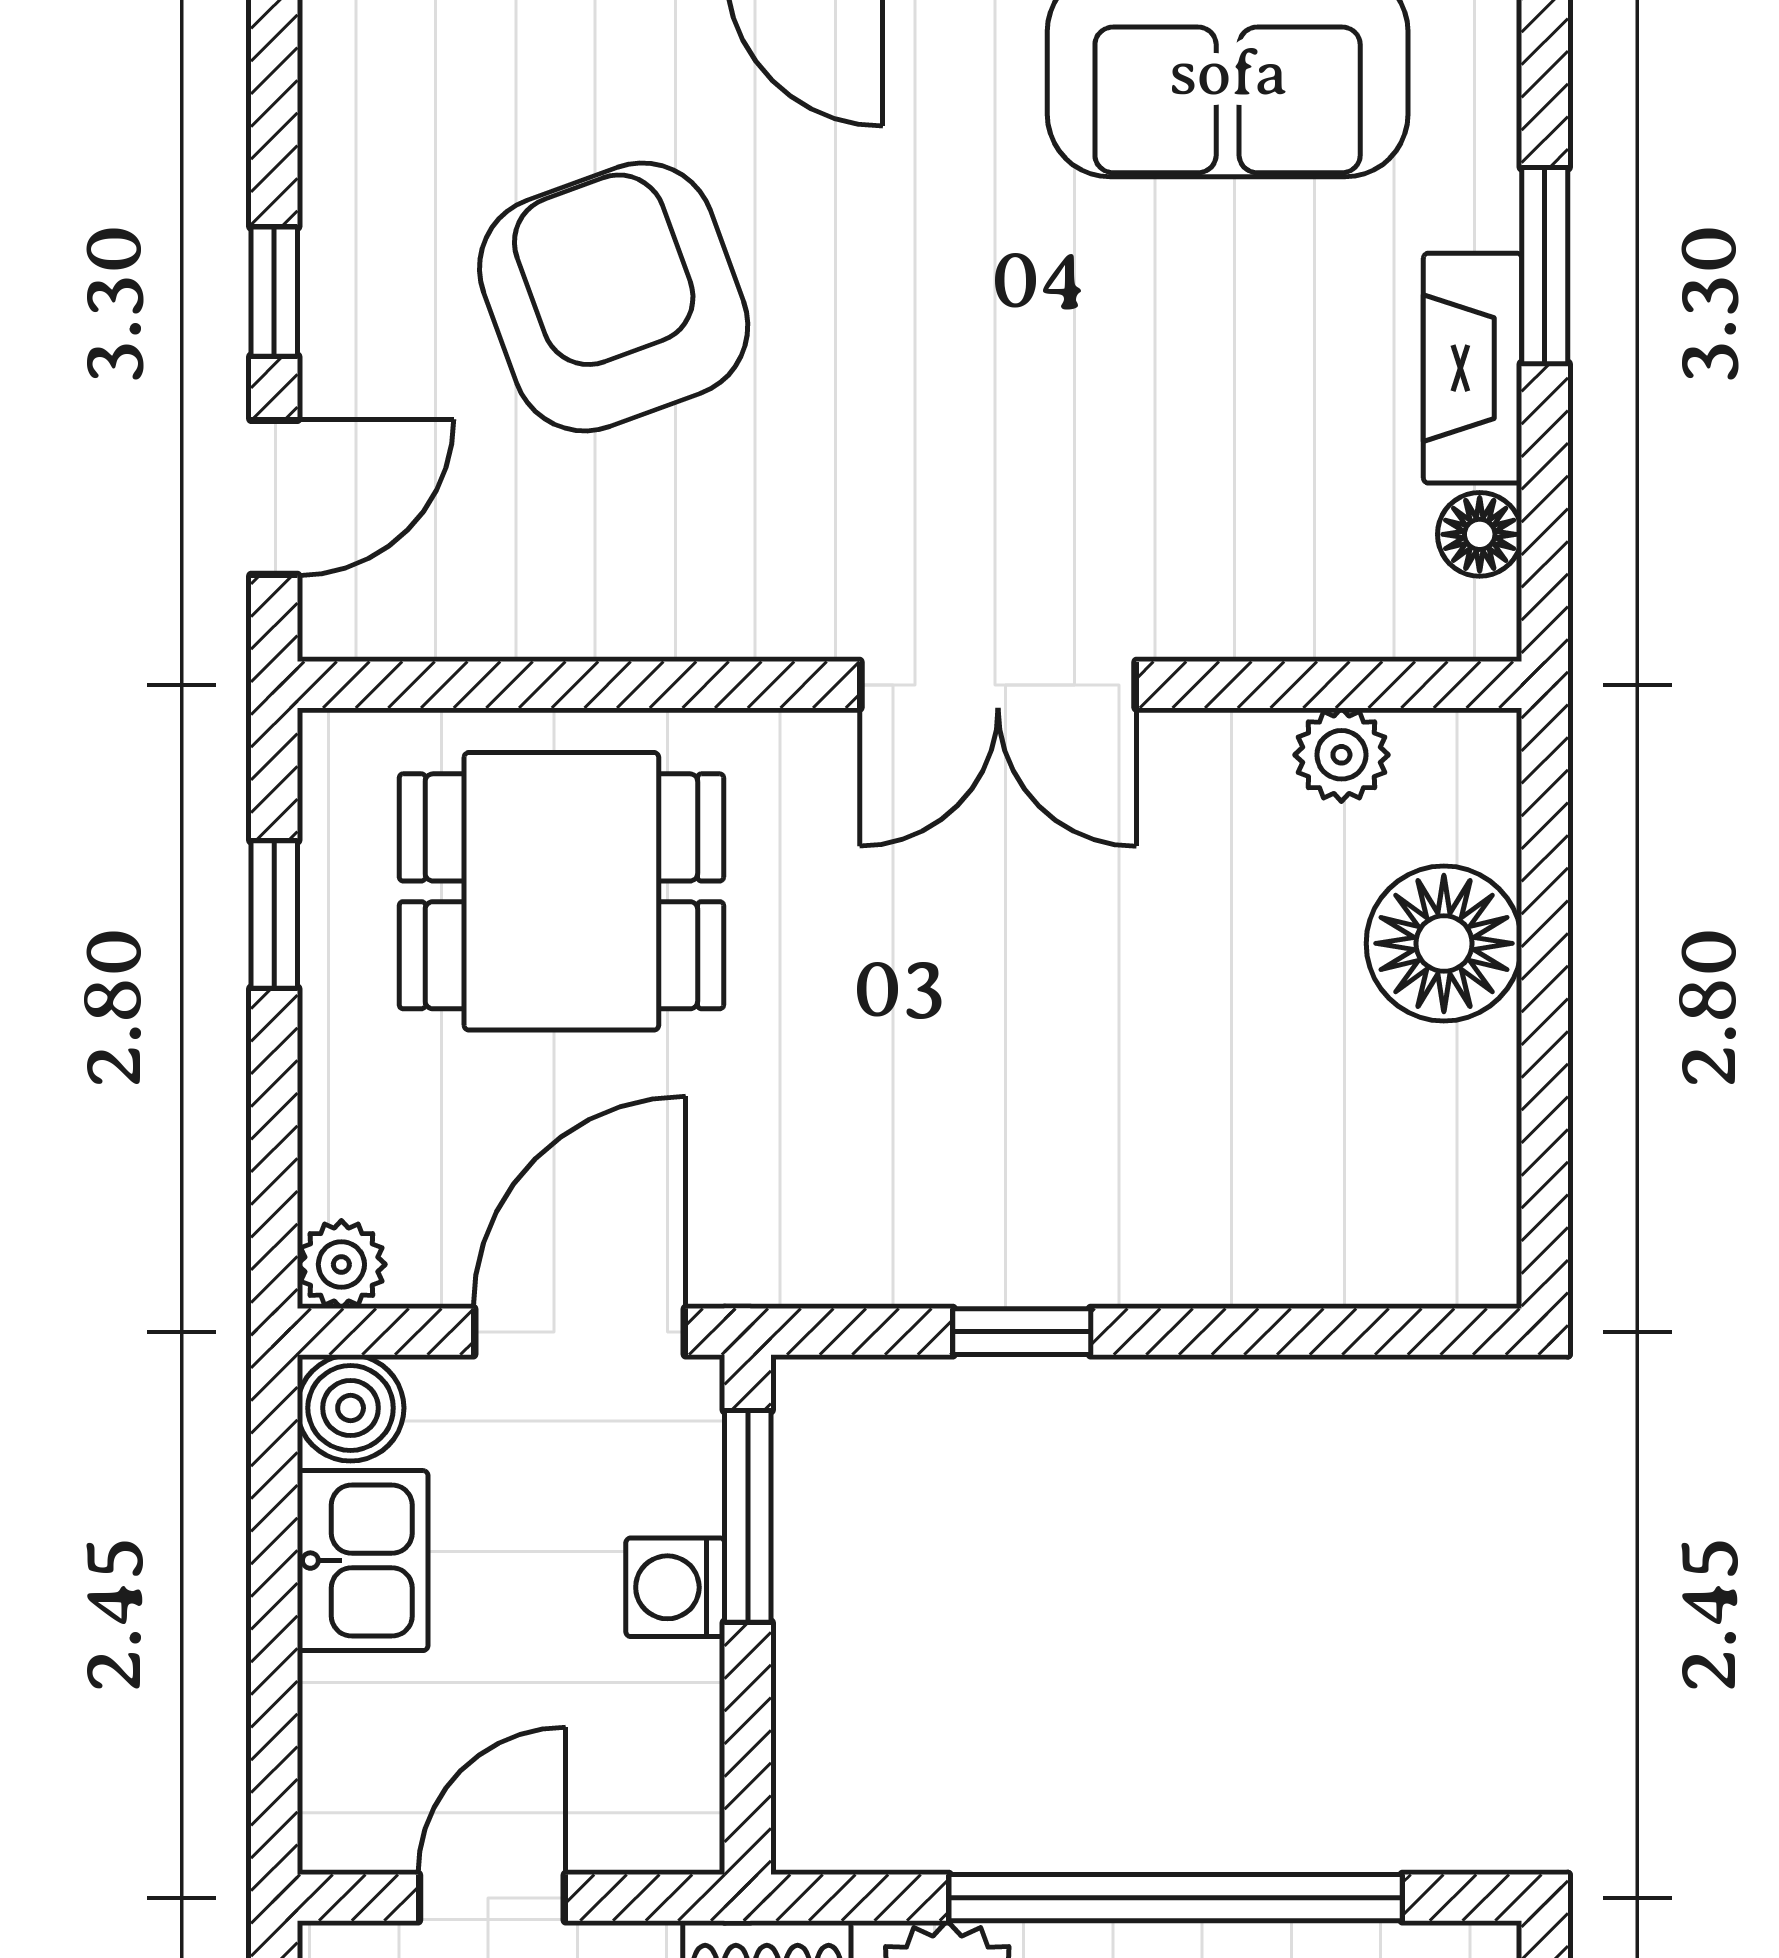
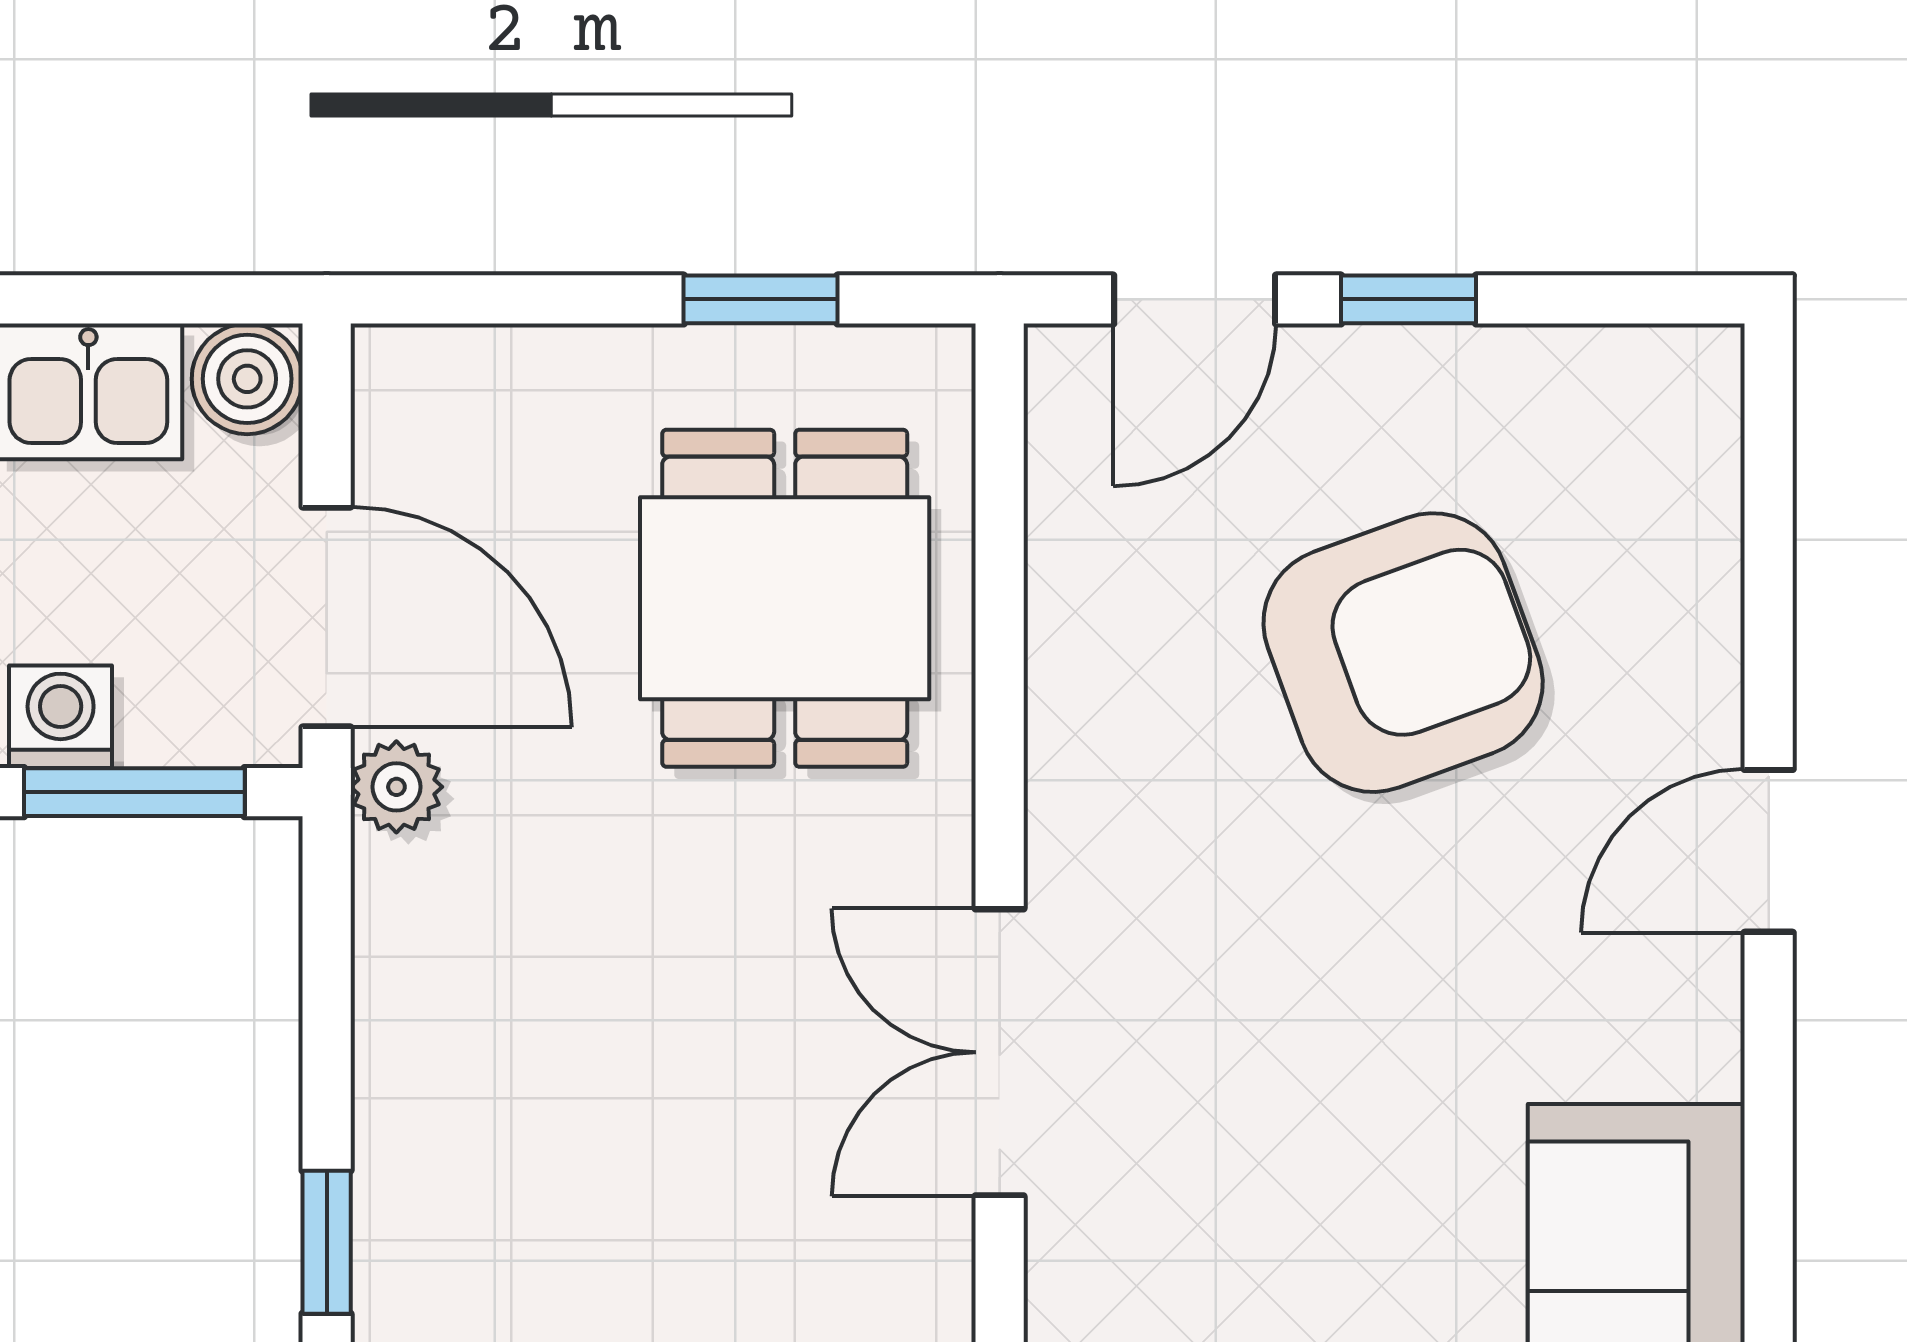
door: (274, 497) -> (1195, 299), hinge flipped
plant: (341, 1264) -> (396, 787), moved
window: (1022, 1332) -> (327, 1242), moved

